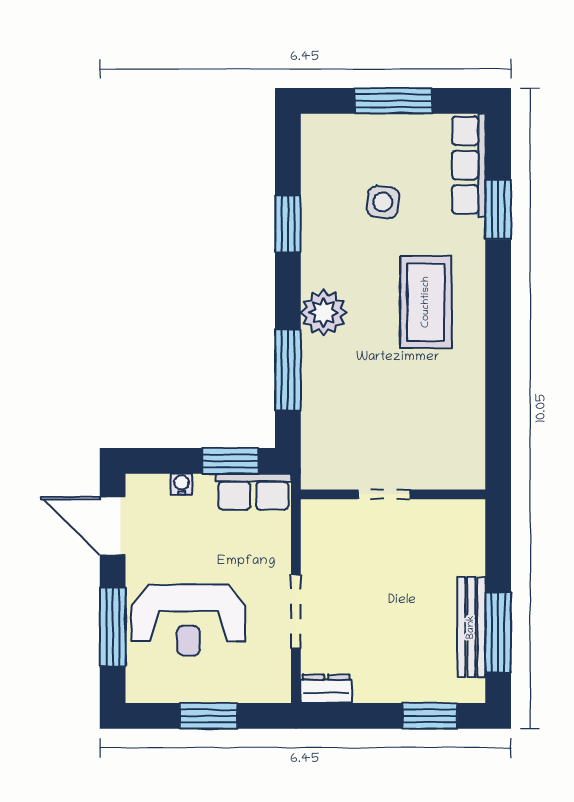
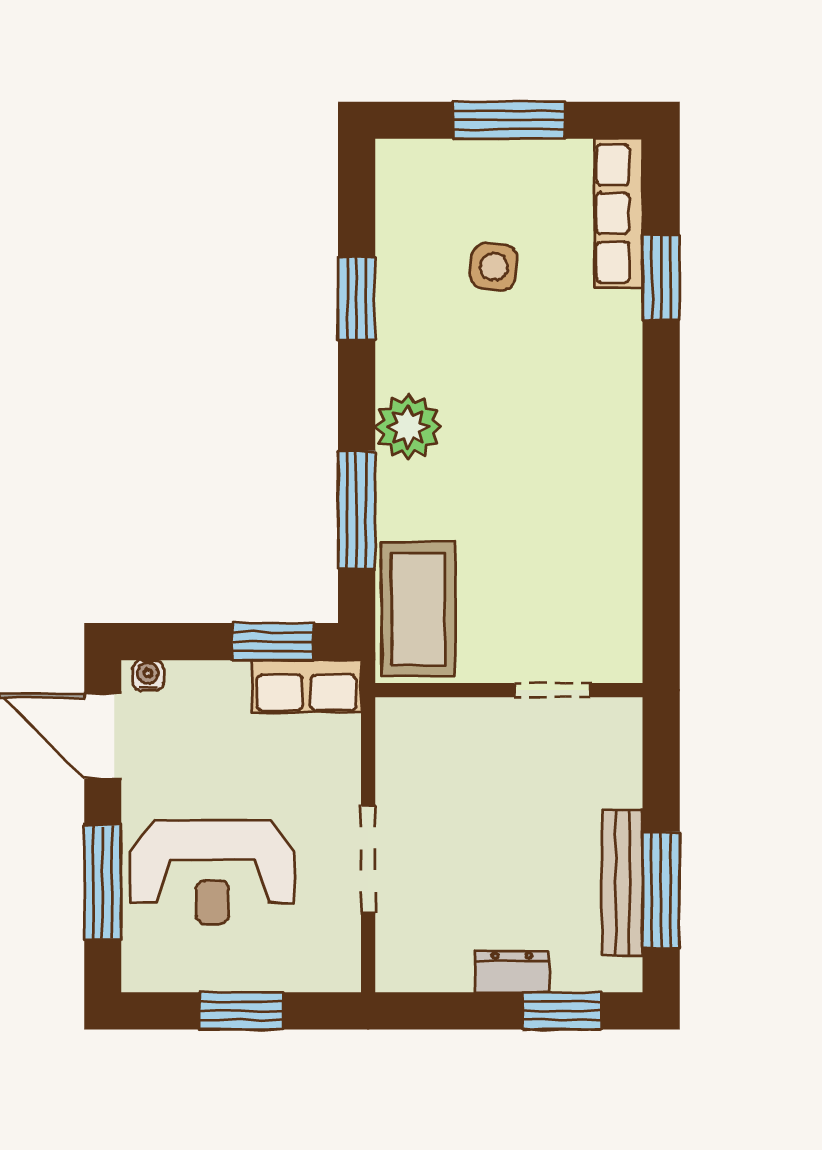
coffee table: (426, 302) -> (418, 609), moved
water cooler: (181, 484) -> (148, 675), moved
doorway: (384, 494) -> (553, 690), moved
dresser: (326, 689) -> (512, 972), moved

